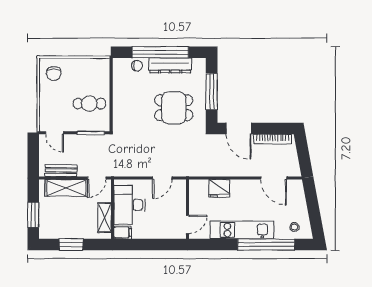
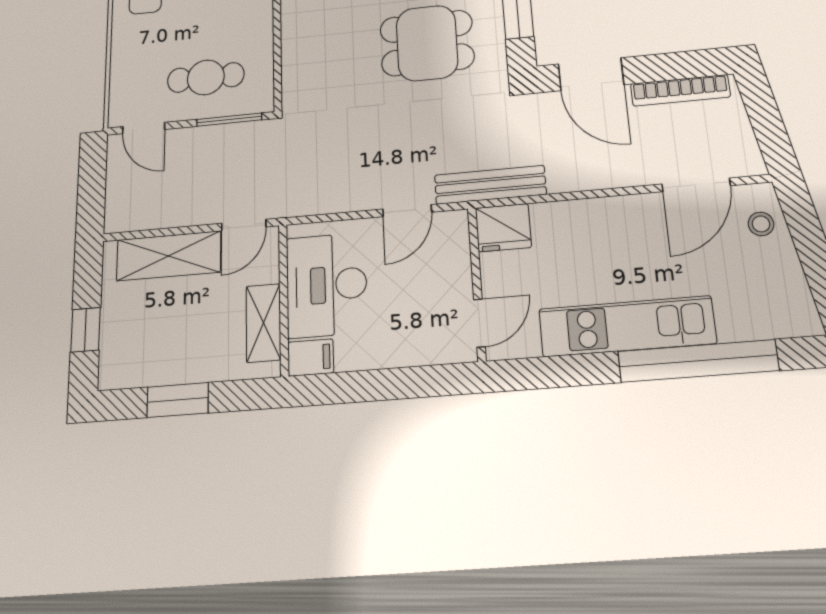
cafe table: (89, 104) -> (206, 77), moved
bench: (61, 171) -> (490, 185), moved, width x1.36
door: (274, 178) -> (696, 185), hinge flipped
fridge: (219, 188) -> (503, 228), moved
window: (33, 215) -> (86, 330), width x0.67
stool: (294, 227) -> (761, 224), moved

